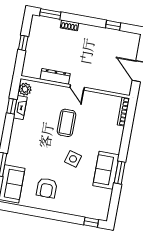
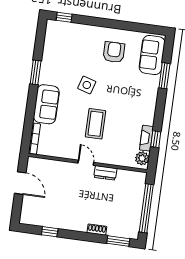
window: (23, 43) -> (146, 208), width x3.17
dresser: (55, 76) -> (105, 173), width x0.70
sofa: (106, 170) -> (46, 104), moved

